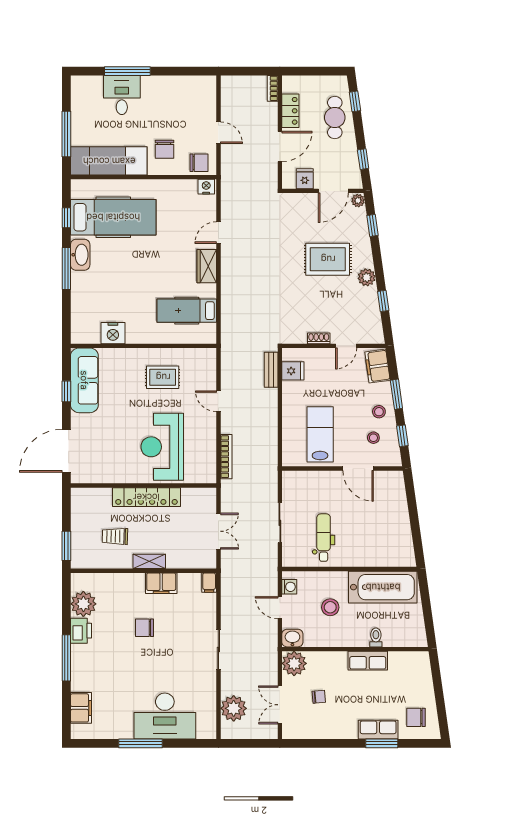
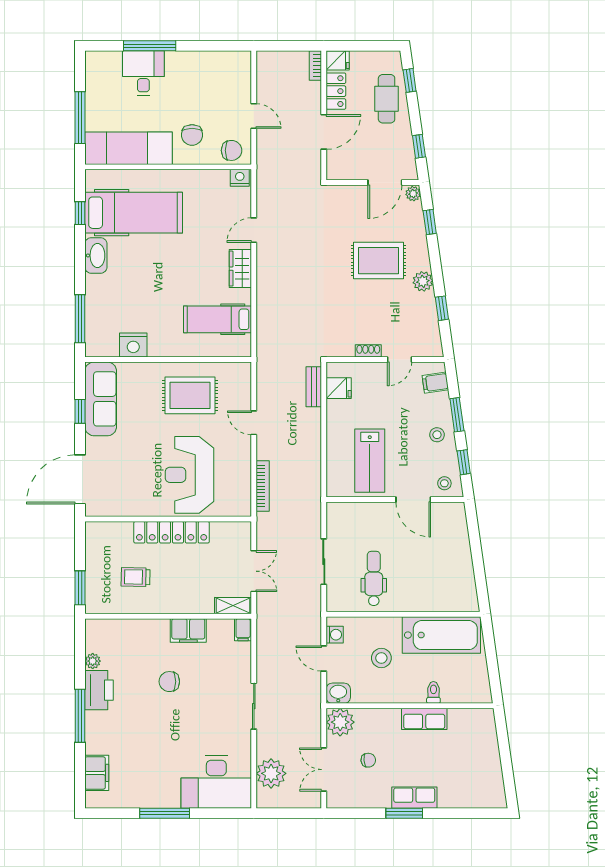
fridge: (305, 179) -> (338, 61), moved, turned 90
window: (66, 269) -> (80, 319), moved
filing cabinet: (377, 366) -> (435, 383), width x0.50
rug: (163, 377) -> (190, 395), width x1.36, depth x1.43
lab bench: (320, 434) -> (370, 461), turned 180
stool: (373, 438) -> (444, 483), moved
shelving: (149, 561) -> (233, 606), moved
plant: (83, 604) -> (93, 661), width x0.53, depth x0.53
printer: (81, 631) -> (99, 690), width x1.37, depth x1.19
desk: (165, 716) -> (216, 782), moved
chair: (416, 717) -> (479, 784), removed
row of seats: (378, 730) -> (414, 798), moved
window: (382, 743) -> (404, 813), moved

